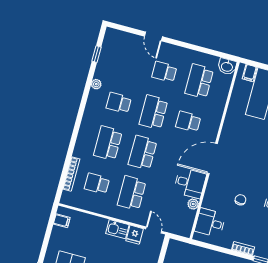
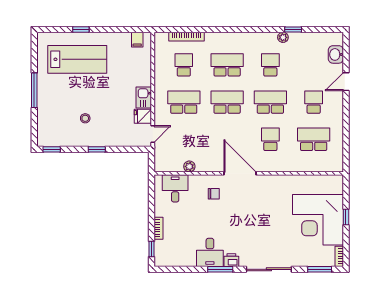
window: (96, 54) -> (293, 29), moved
washbasin: (227, 66) -> (336, 54), moved
filing cabinet: (250, 73) -> (335, 187), removed
desk: (190, 183) -> (209, 158), removed
chair: (240, 200) -> (214, 194), moved

